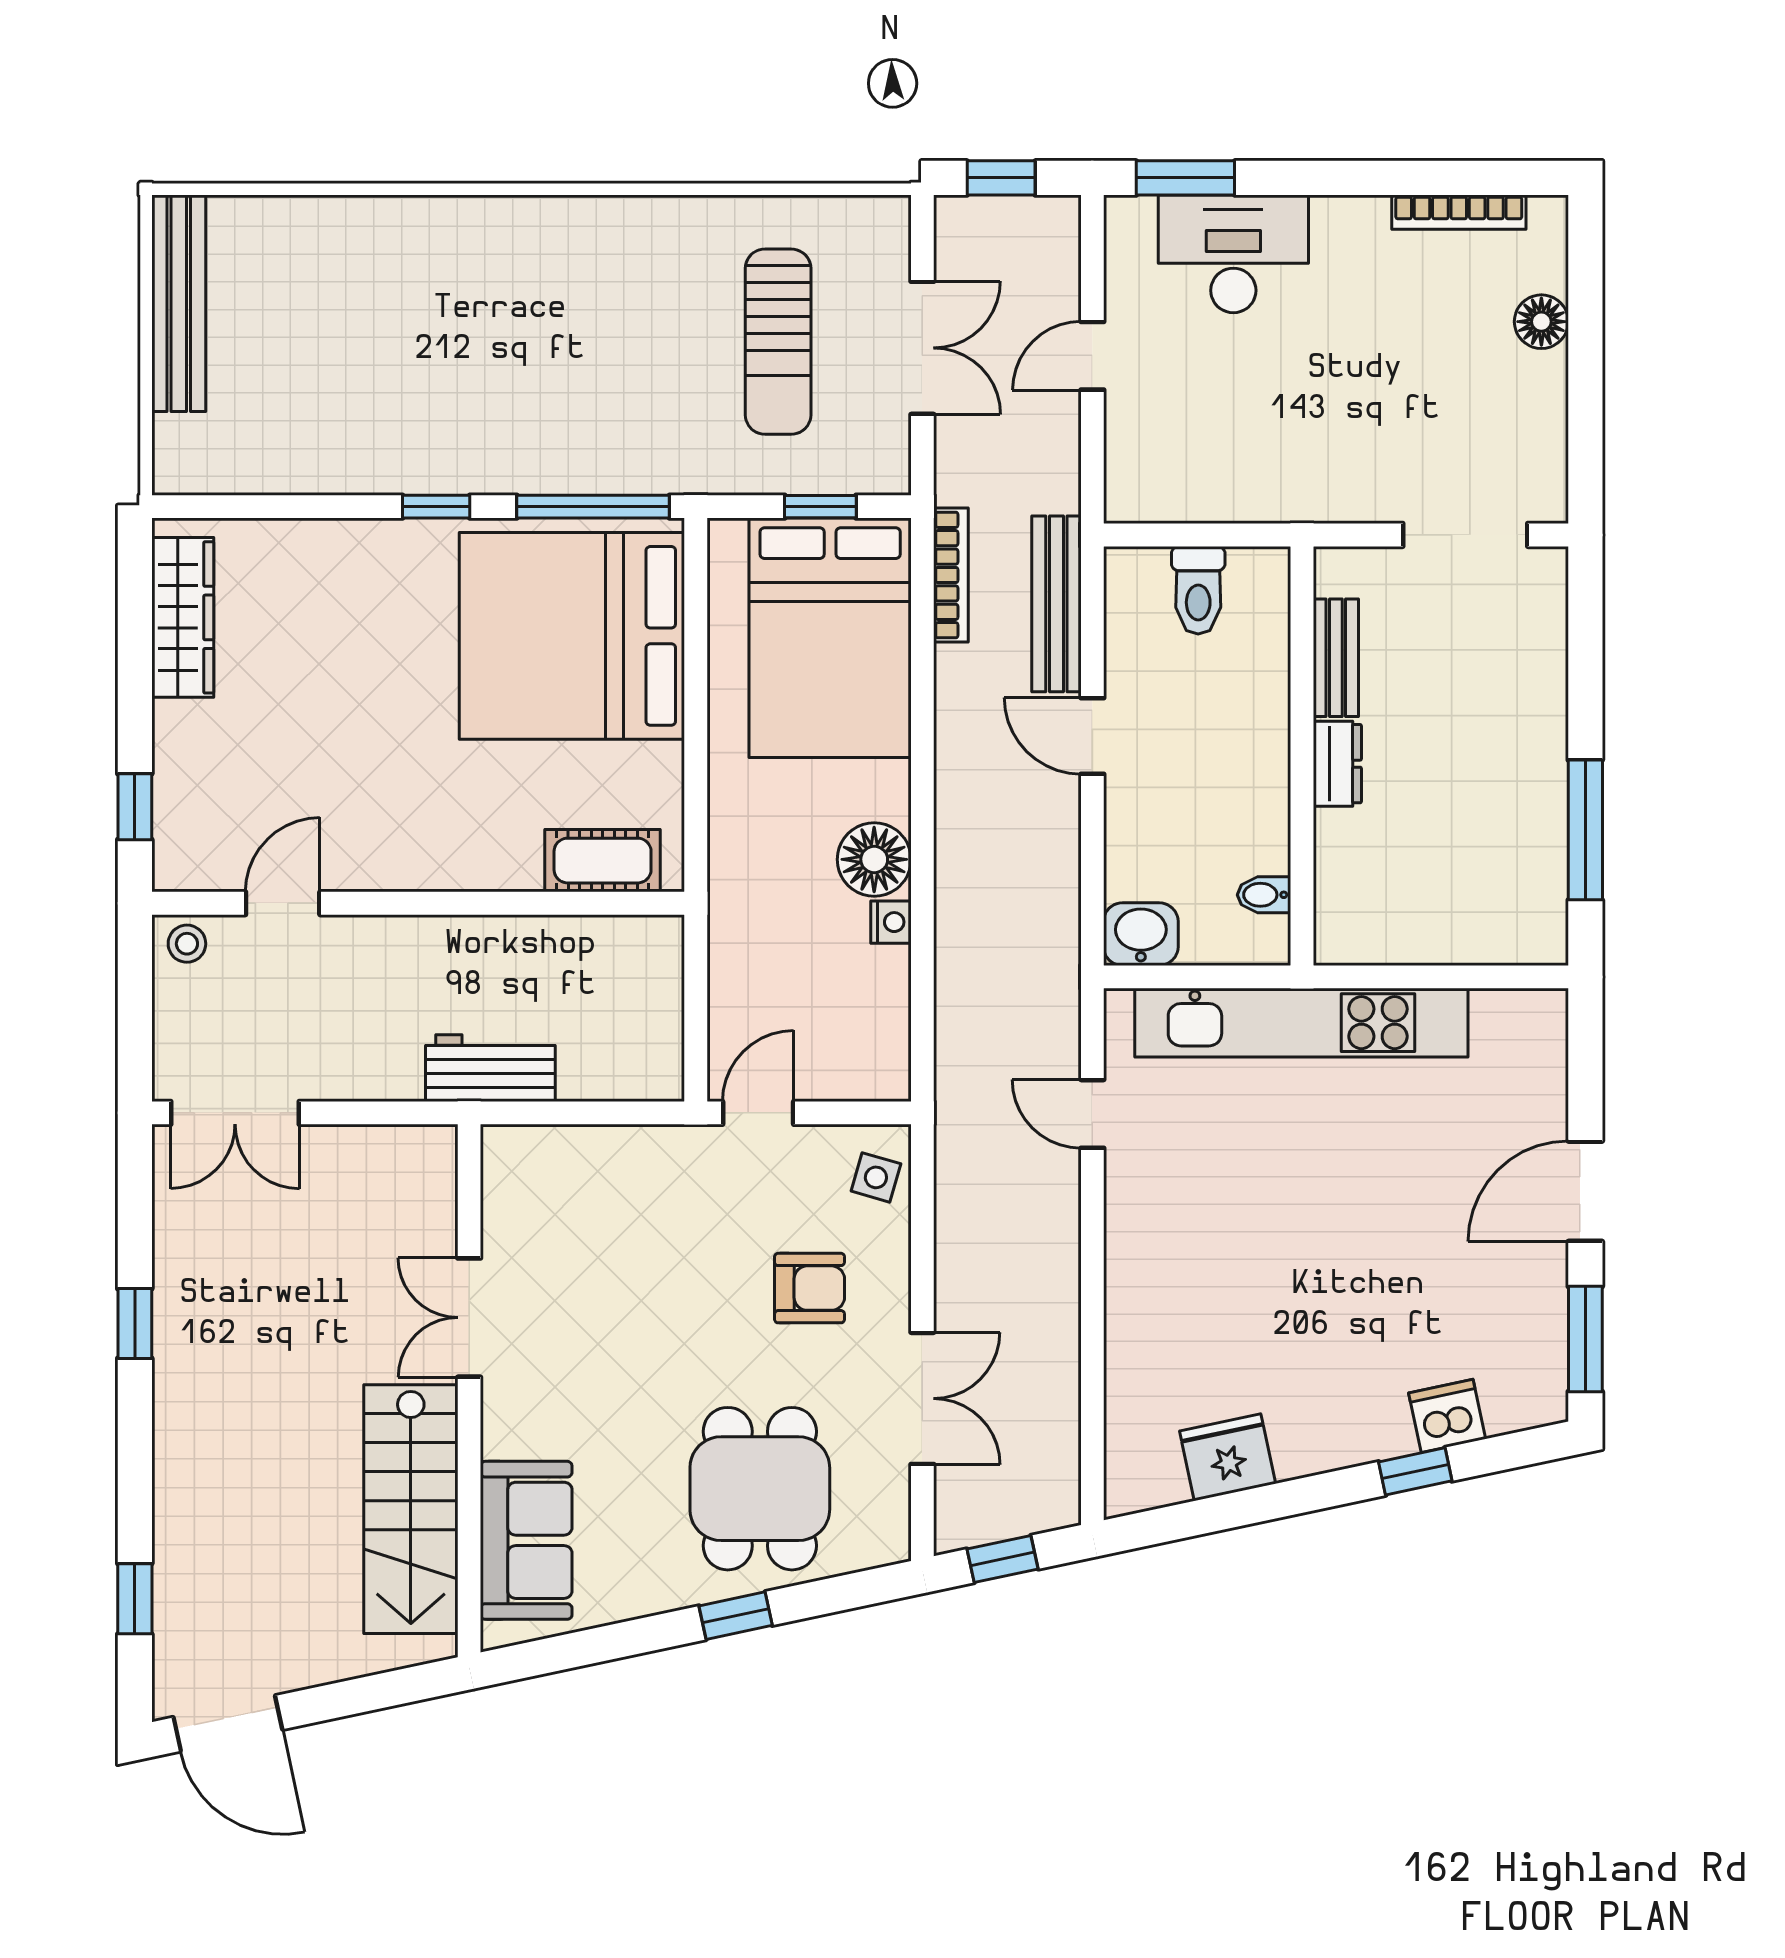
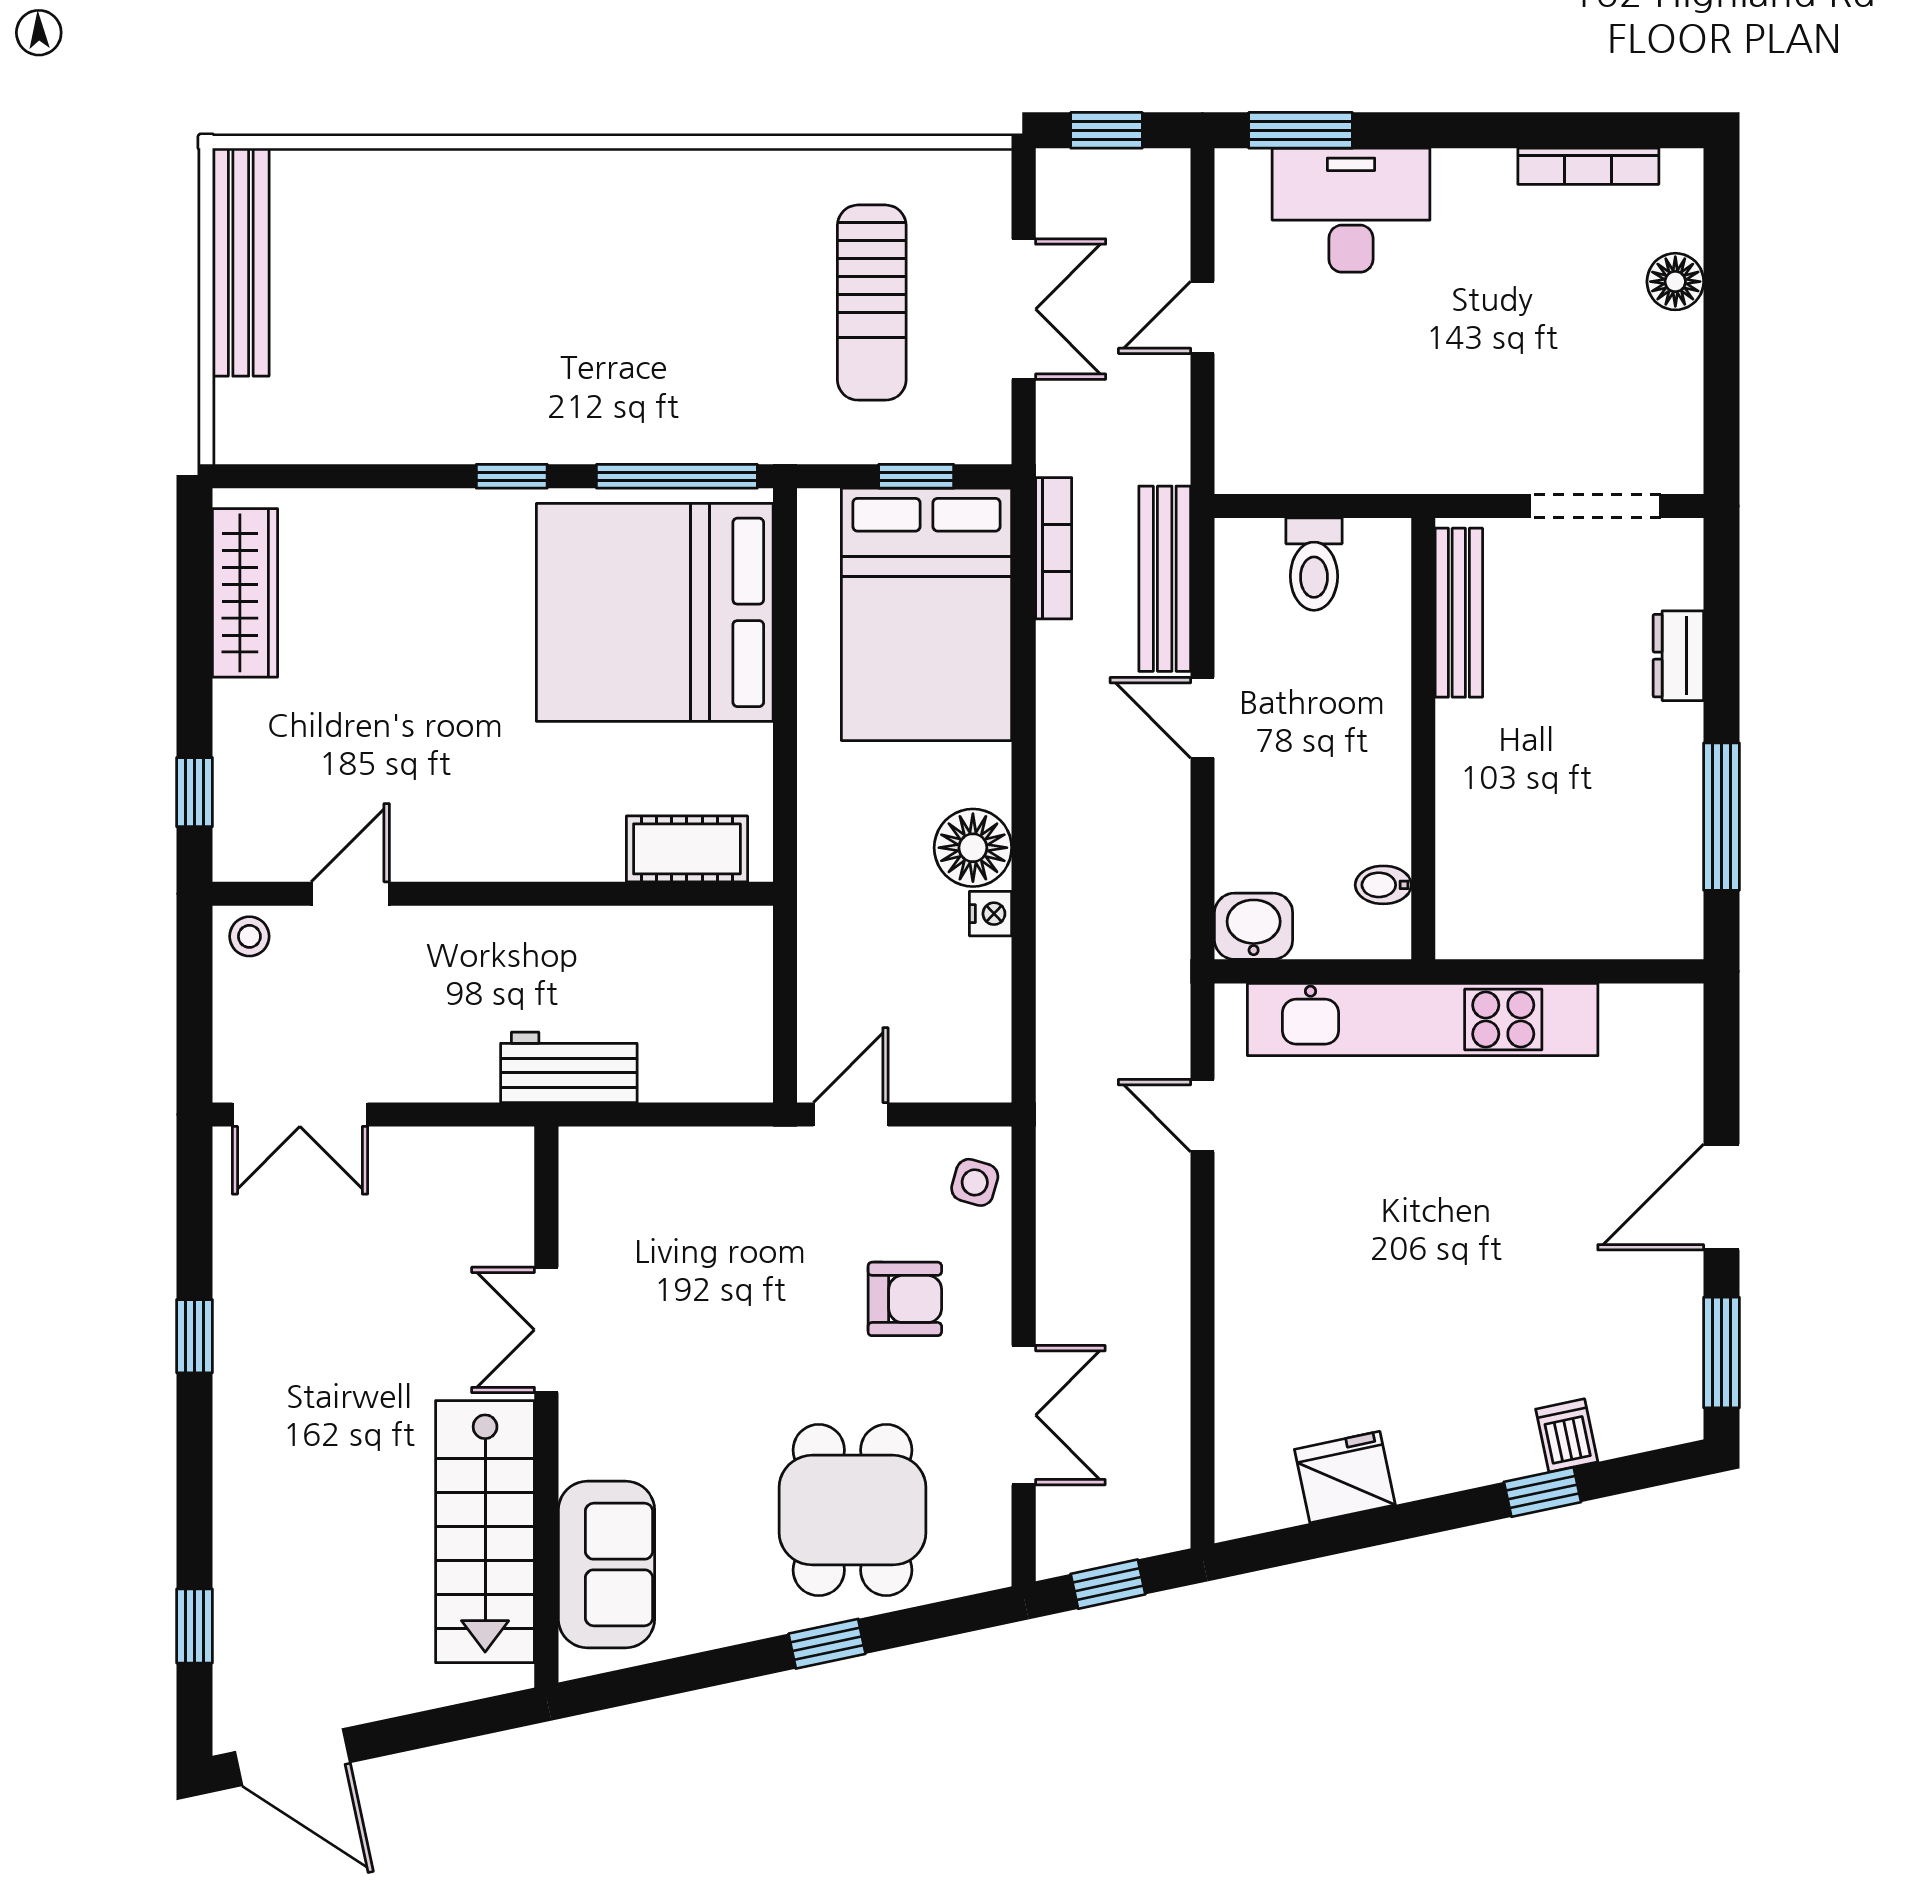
bench: (1336, 658) -> (1459, 613), width x1.36
dresser: (1337, 764) -> (1678, 656), moved, turned 180
dishwasher: (1447, 1416) -> (1567, 1435), width x0.73

